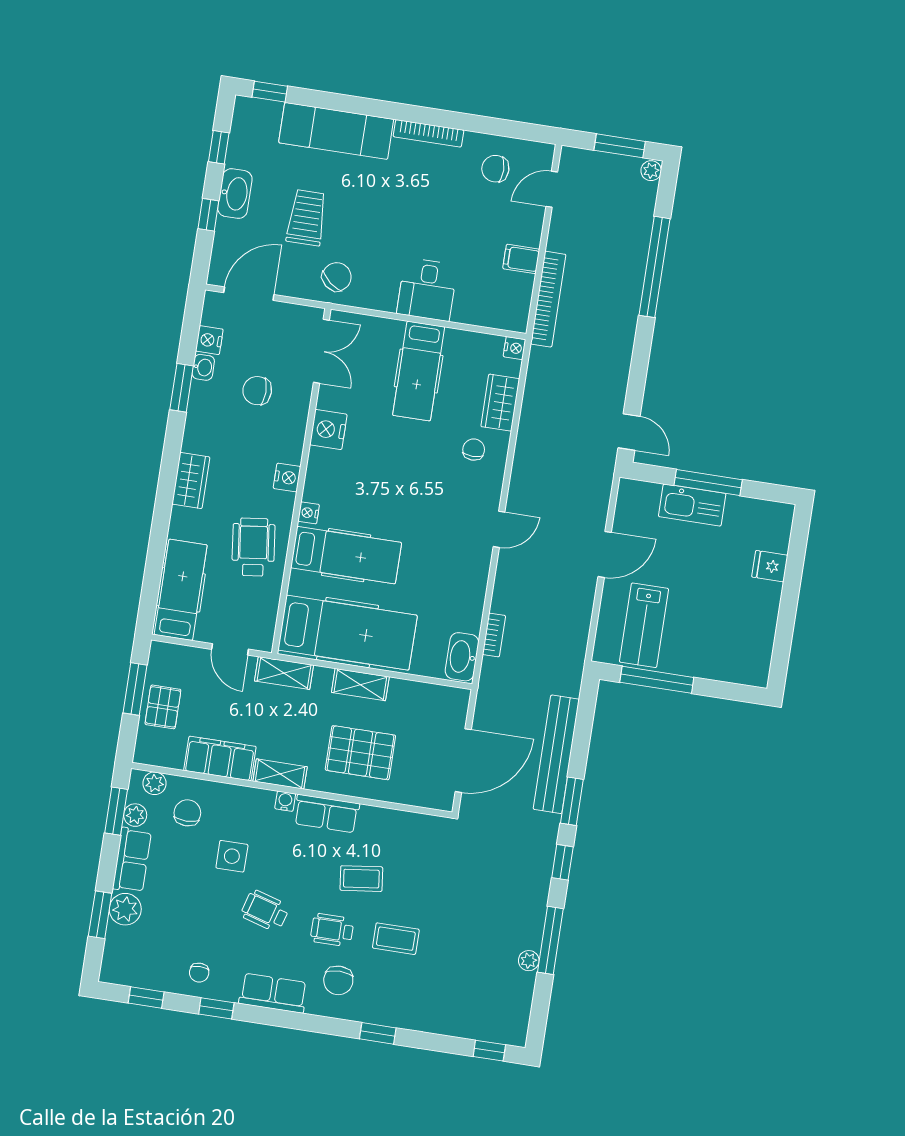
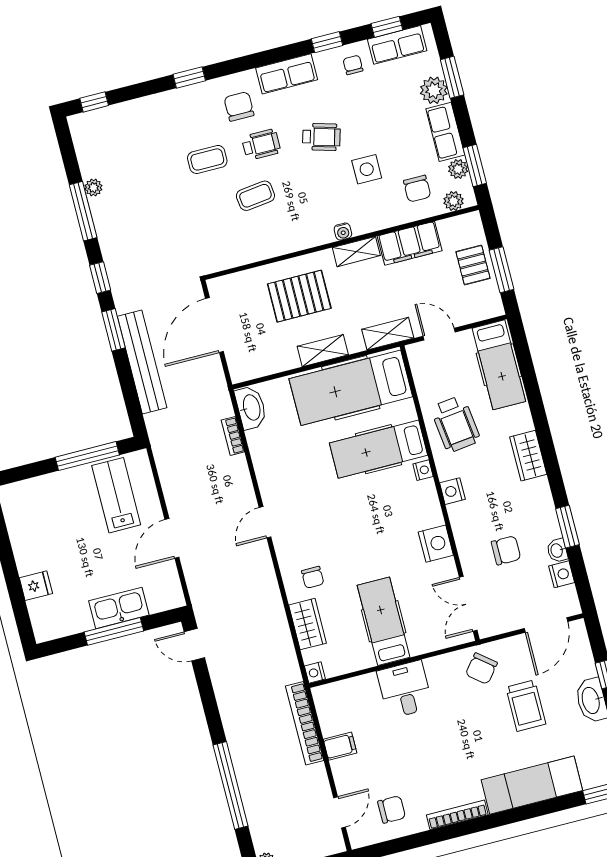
row of seats: (327, 814) -> (397, 45), moved, turned 180

